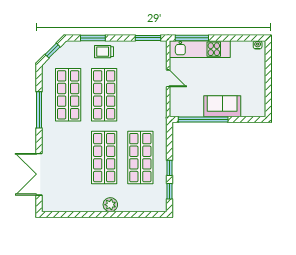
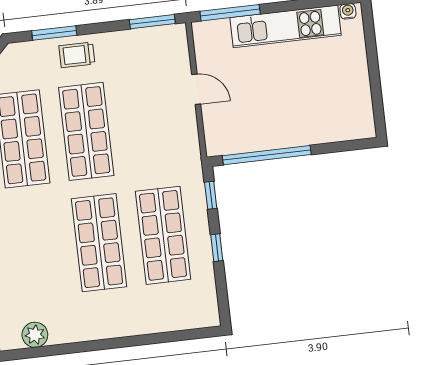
kitchen unit: (200, 49) -> (286, 26), moved
sofa: (222, 106) -> (298, 128), removed
window: (169, 191) -> (211, 195), moved
plant: (110, 205) -> (35, 335), moved

